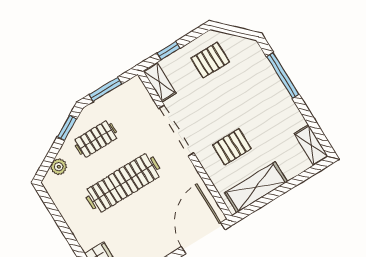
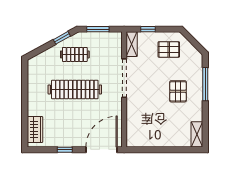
pallet: (232, 147) -> (178, 91), moved, turned 90
plant: (59, 167) -> (43, 57), removed
shelving: (256, 187) -> (150, 139), removed

